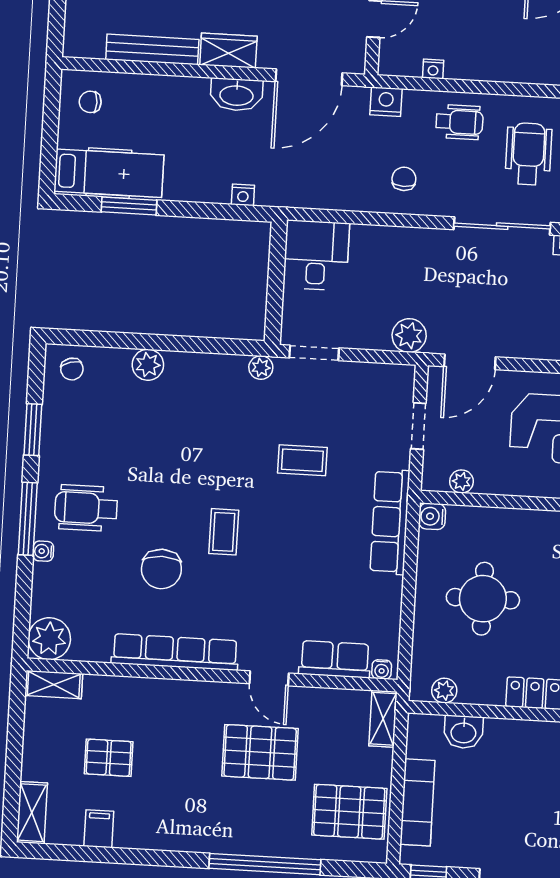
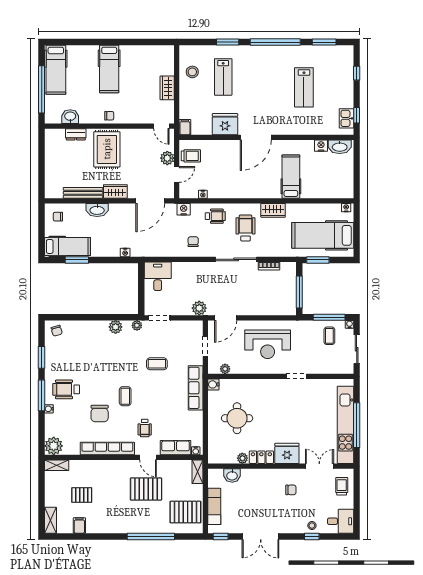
washbasin: (237, 95) -> (97, 210), moved
plant: (148, 365) -> (116, 327), moved
wheelchair: (265, 609) -> (145, 428), added
plant: (444, 691) -> (242, 458), moved

